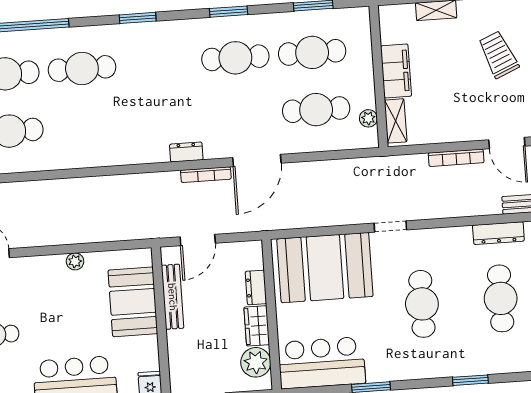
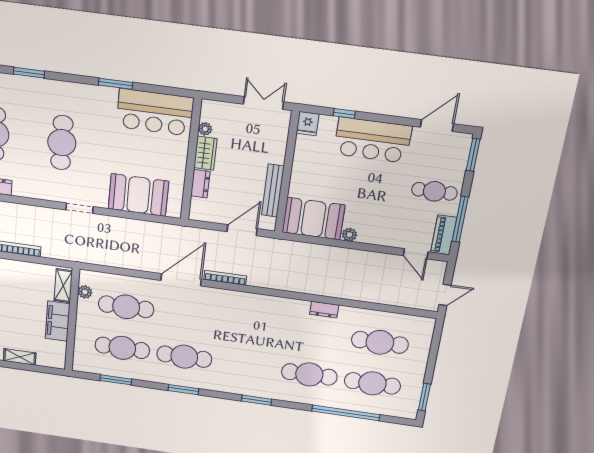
dresser: (186, 152) -> (324, 310), moved
booth: (325, 268) -> (138, 195), width x0.73, depth x0.70
booth: (133, 302) -> (313, 219), moved, turned 90
plant: (256, 362) -> (205, 129), width x0.53, depth x0.53

